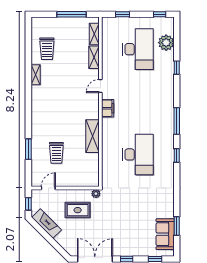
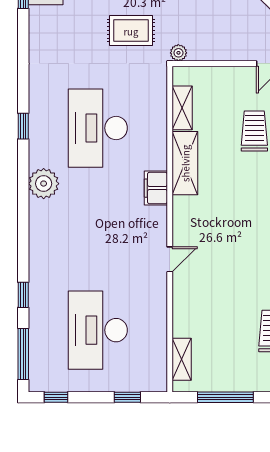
plant: (166, 43) -> (44, 184), moved
shelving: (94, 57) -> (182, 108), moved
filing cabinet: (108, 108) -> (156, 188), moved
window: (177, 121) -> (23, 354), moved
rug: (78, 210) -> (131, 31), moved

